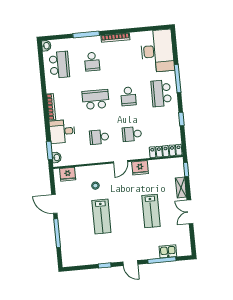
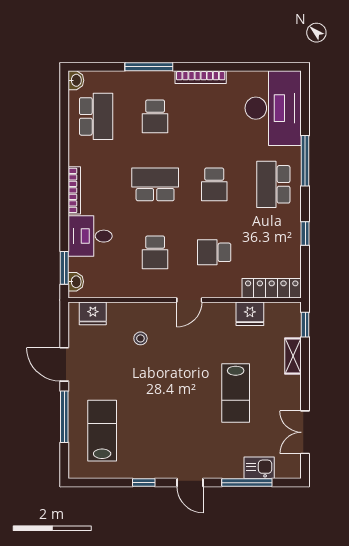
school desk: (99, 137) -> (155, 252), turned -90
fridge: (140, 168) -> (250, 314), moved
double door: (190, 212) -> (305, 432), moved
lab bench: (101, 216) -> (102, 431), moved, turned 180

